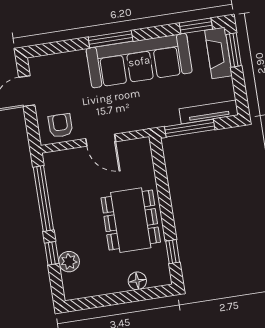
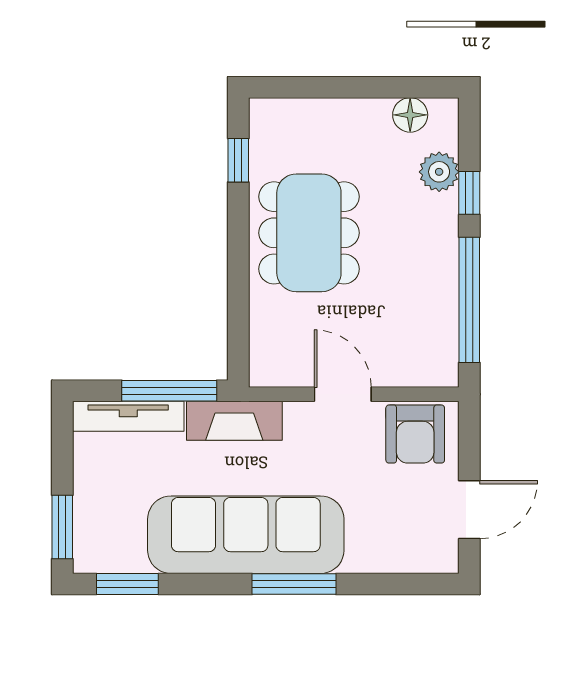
fireplace: (218, 53) -> (234, 421), moved, turned 90
armchair: (60, 126) -> (415, 434), width x1.38, depth x1.38
floor lamp: (137, 281) -> (410, 115), moved

